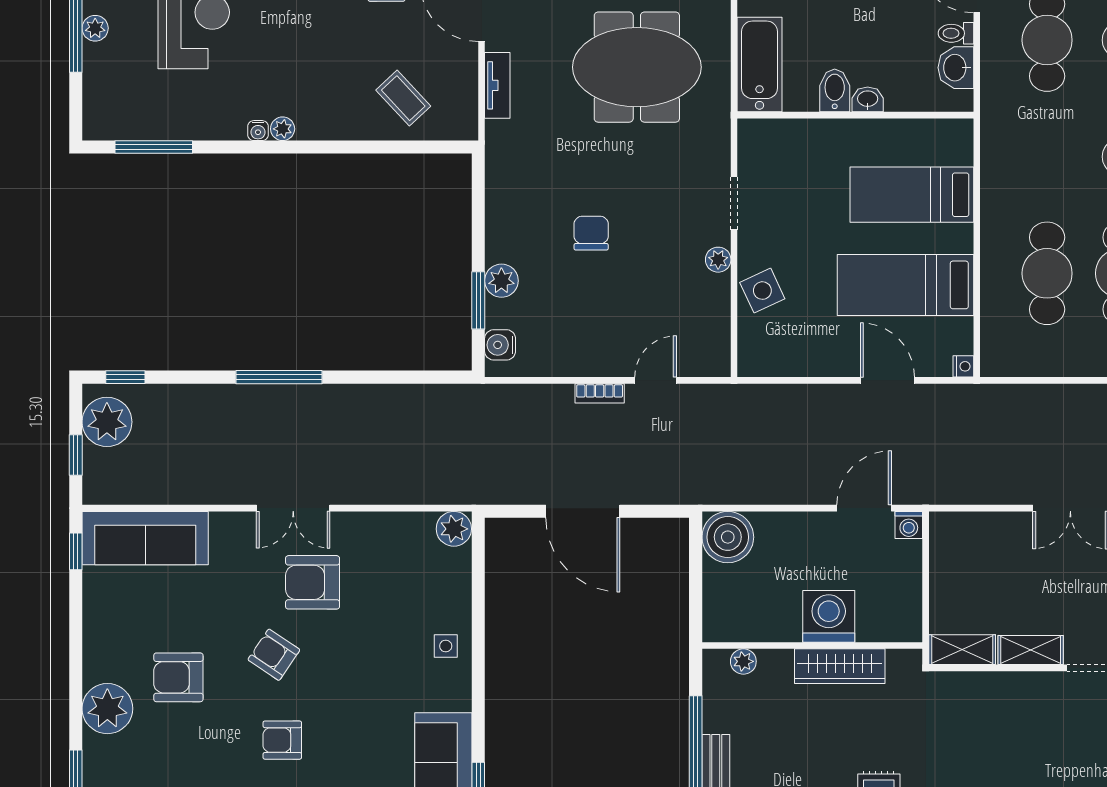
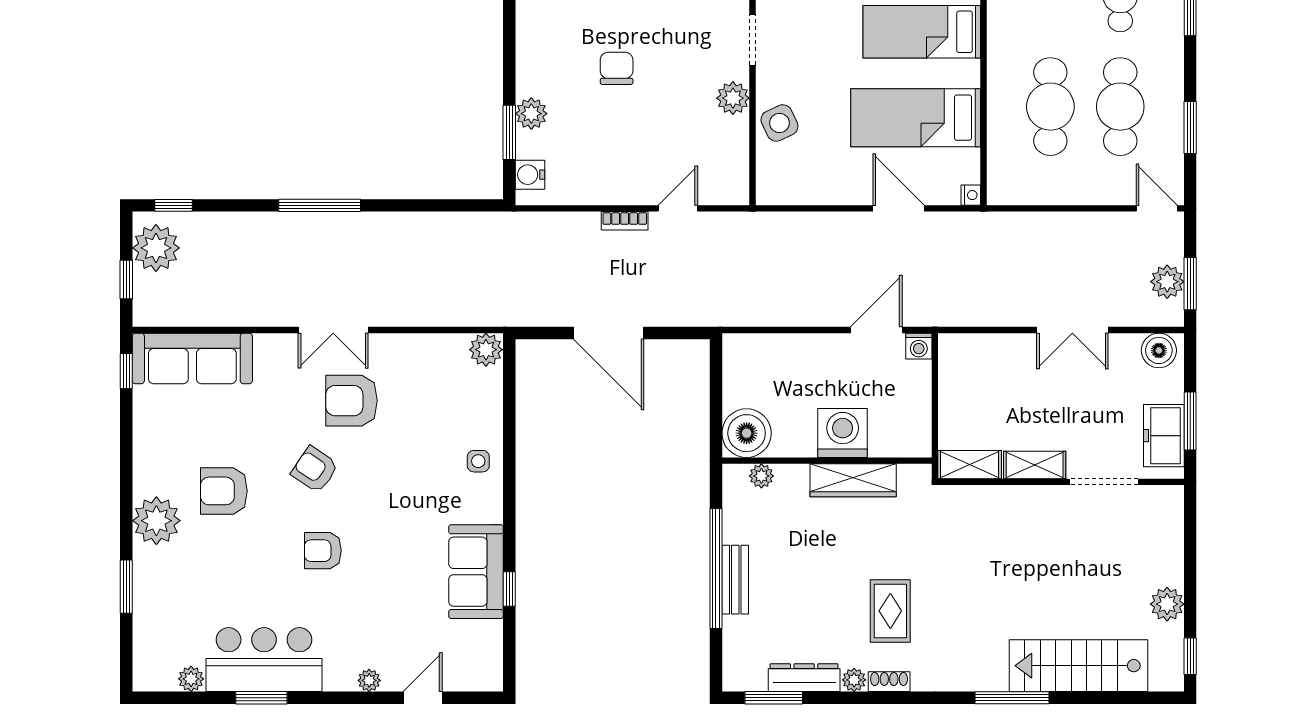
plant: (718, 260) -> (733, 98), width x1.38, depth x1.38
boiler: (728, 537) -> (747, 433), moved

